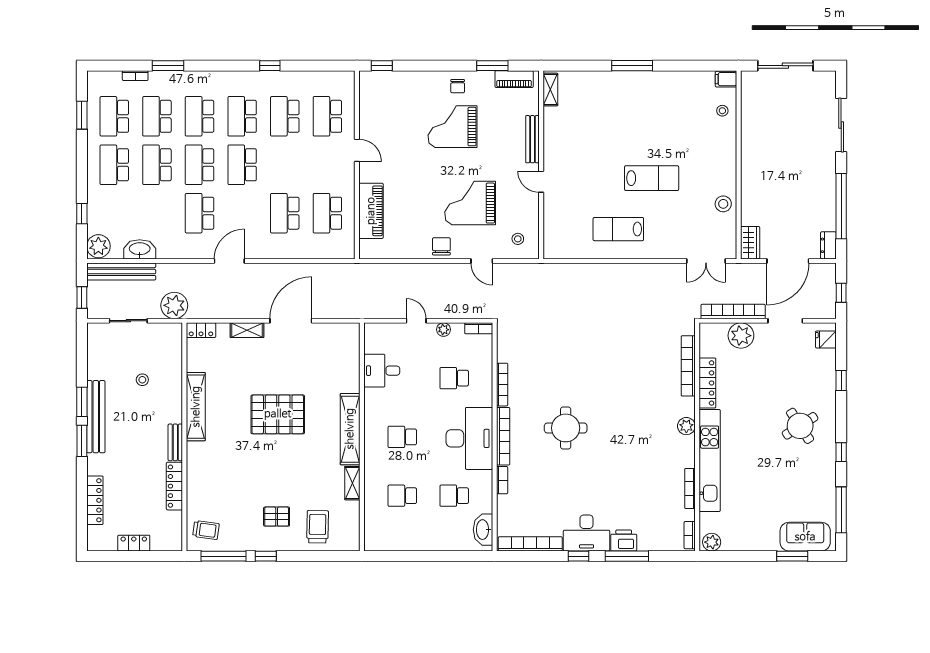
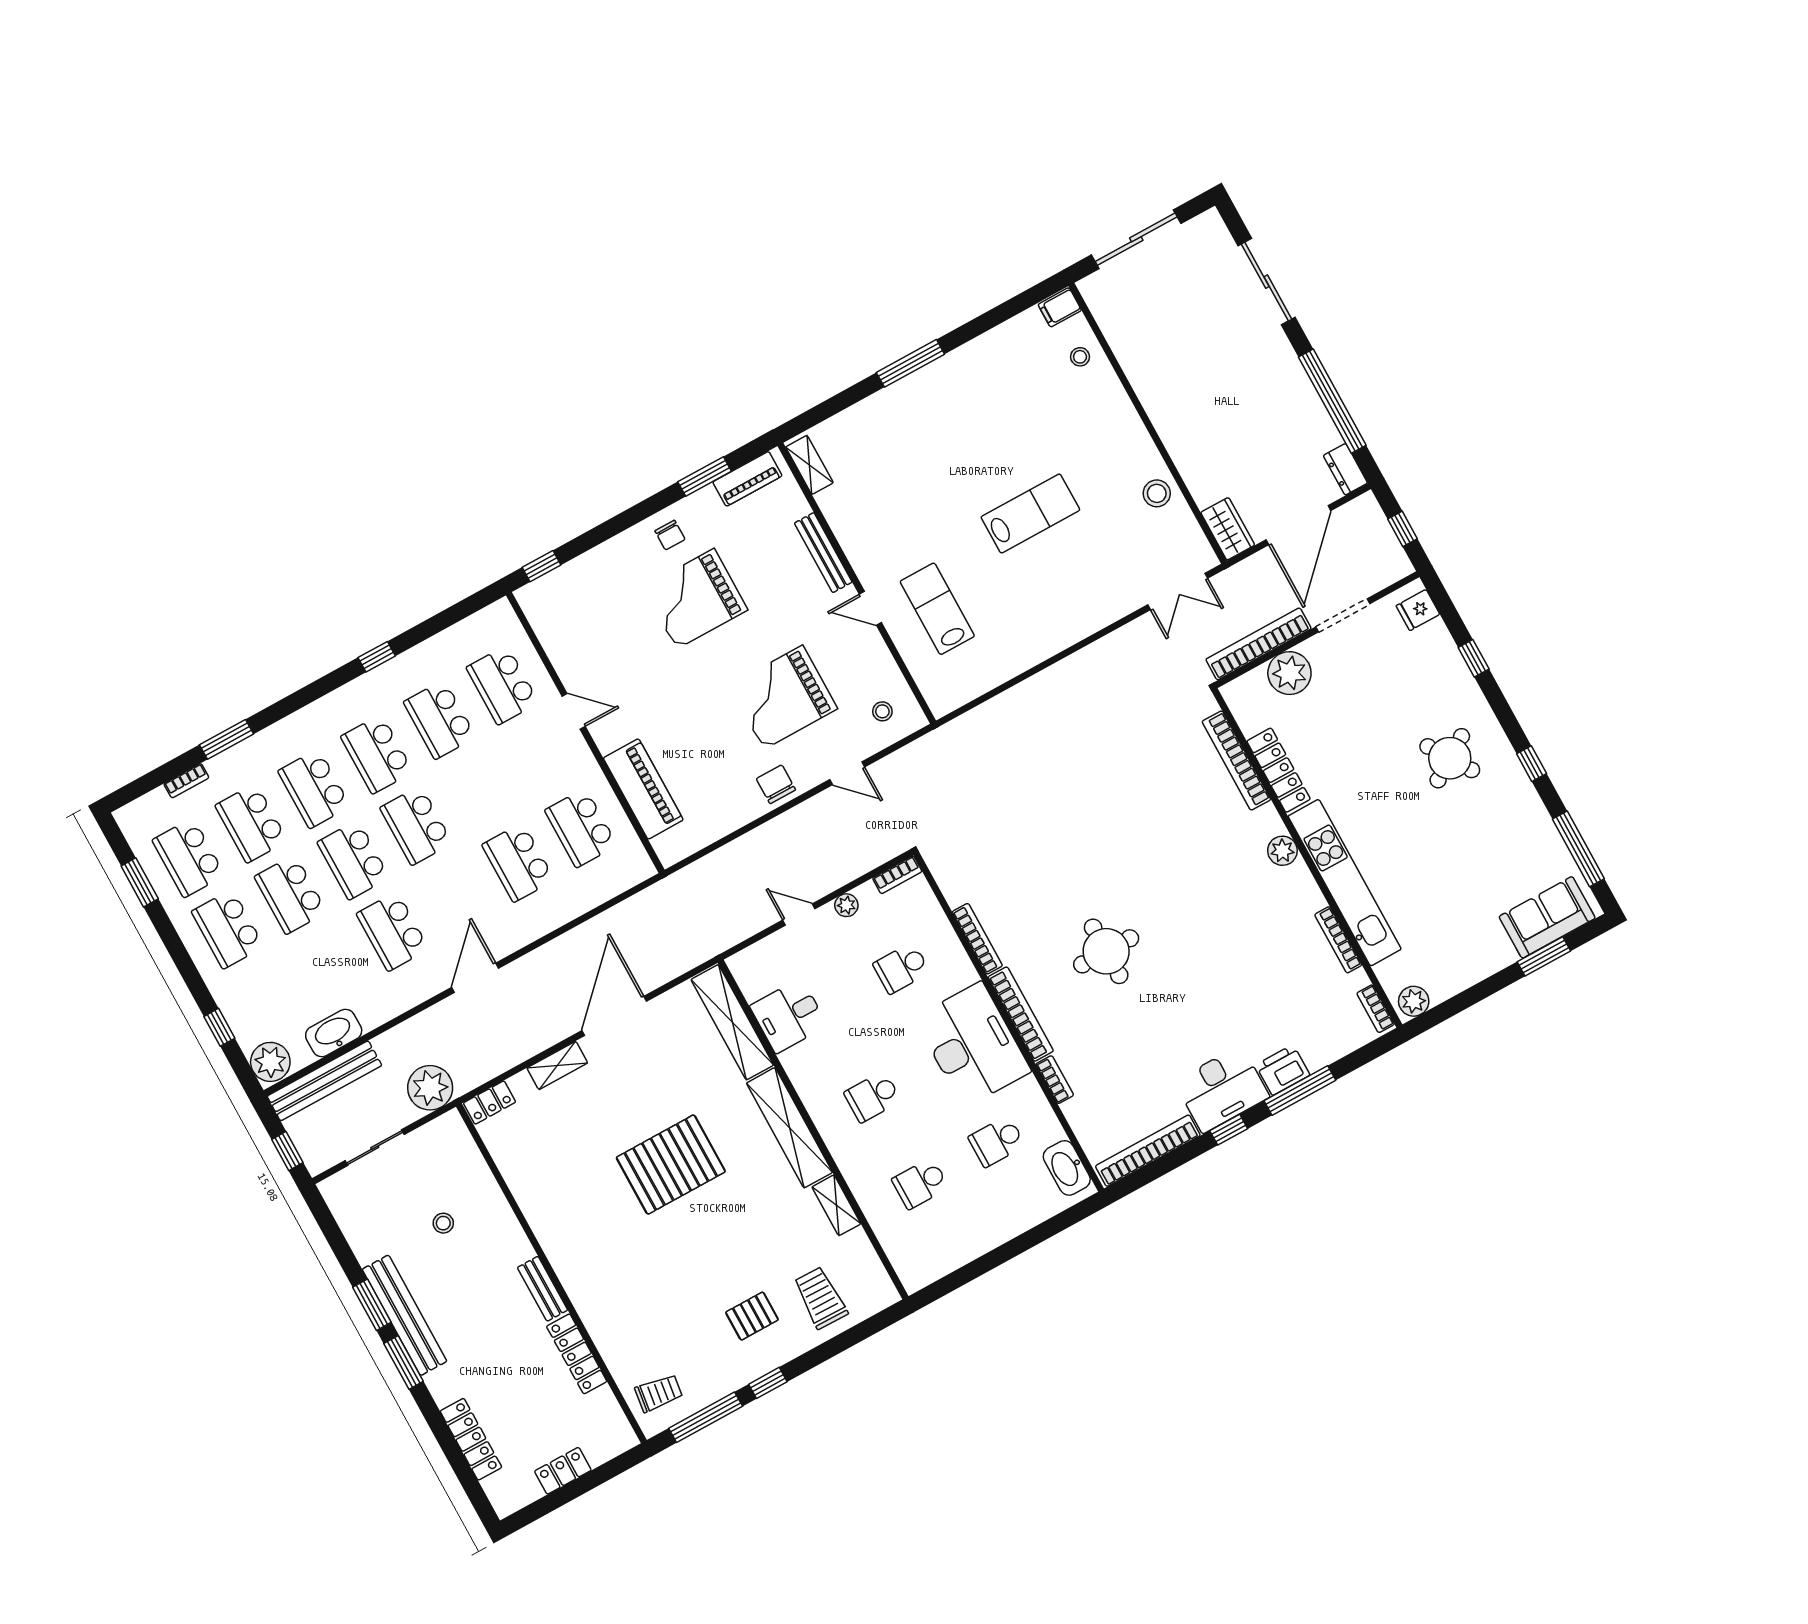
lab bench: (618, 229) -> (937, 609), moved, turned 90
shelving: (196, 407) -> (732, 1022), moved

